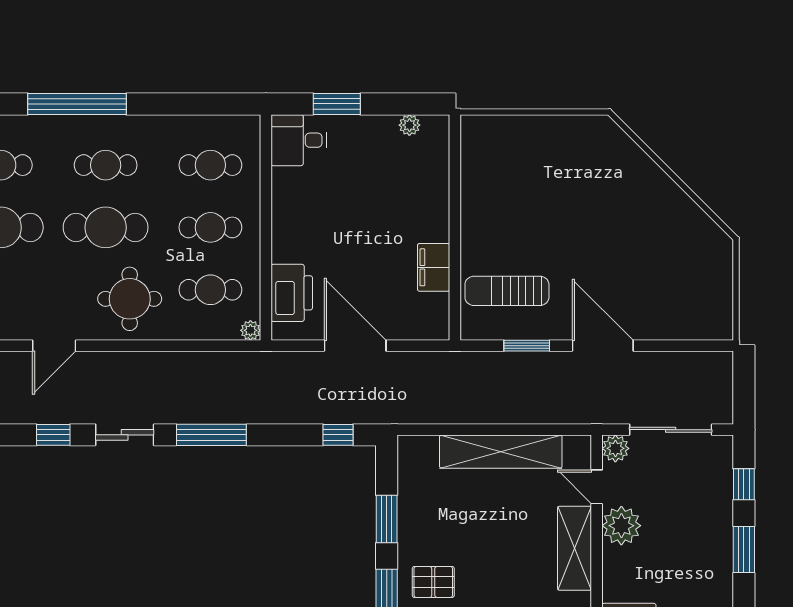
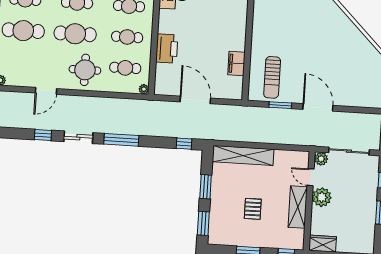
sun lounger: (507, 291) -> (272, 77), turned -90
printer: (292, 293) -> (167, 49), moved
shelving: (501, 452) -> (243, 156), moved
pallet: (433, 582) -> (253, 209), moved, turned 90

